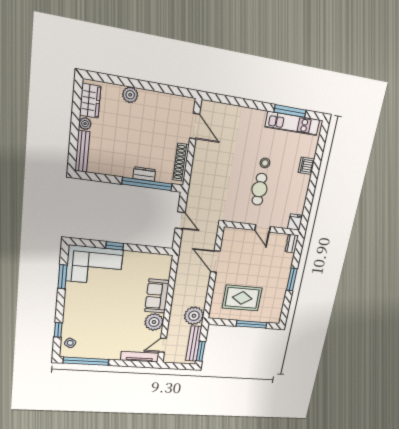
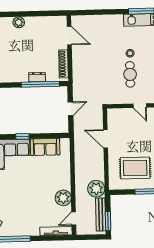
door: (180, 220) -> (71, 109), hinge flipped
sofa: (157, 296) -> (45, 147), moved, turned -90

